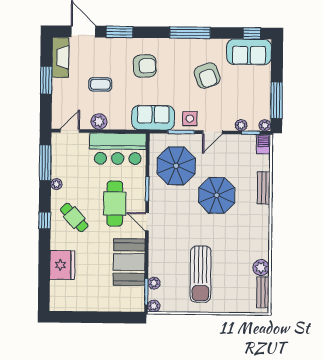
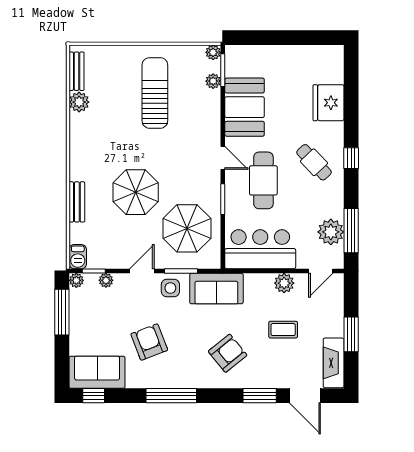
armchair: (145, 66) -> (228, 353), turned 144
plant: (56, 184) -> (331, 232), moved, width x1.87, depth x1.87

